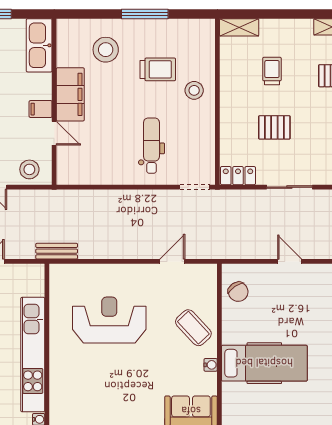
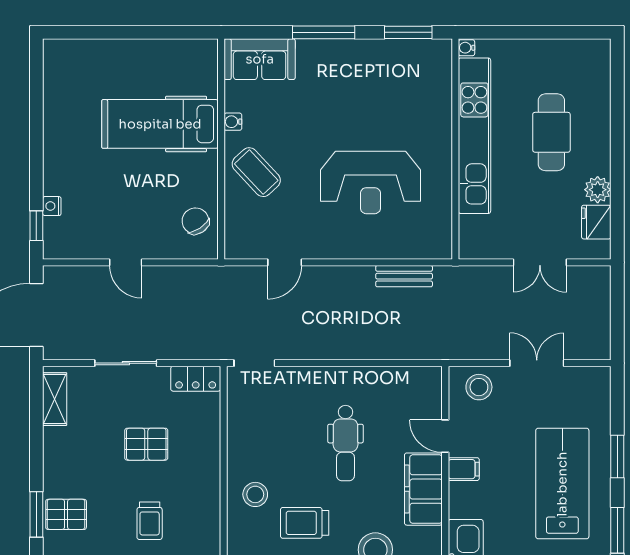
dental chair: (151, 146) -> (346, 443), moved
bench: (57, 251) -> (404, 276), moved

